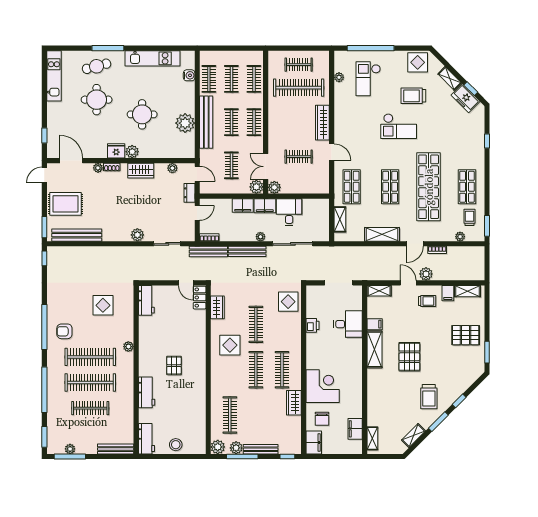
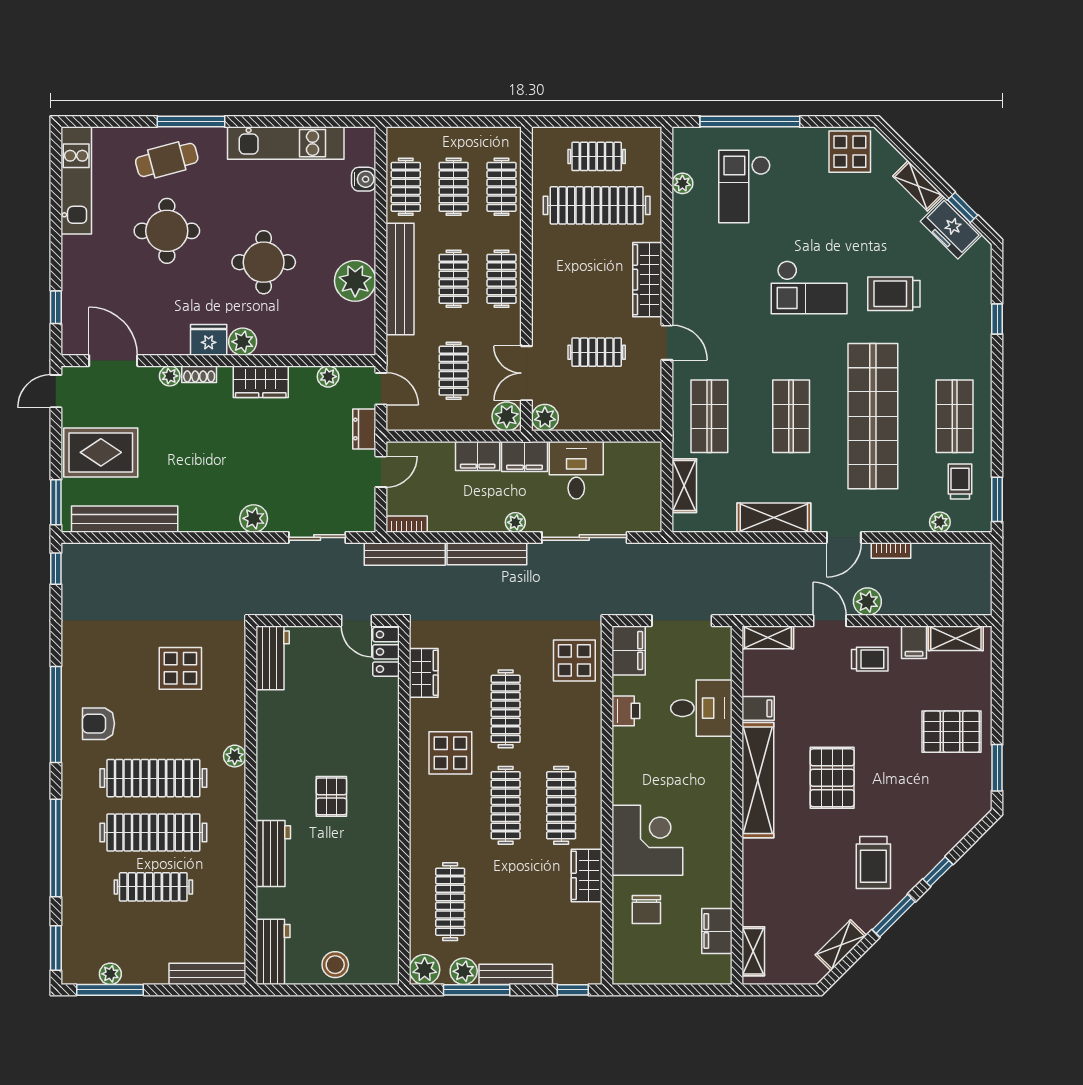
trolley: (413, 96) -> (894, 294), moved
shelving: (375, 349) -> (758, 780), width x1.47
filing cabinet: (314, 442) -> (629, 650), moved

